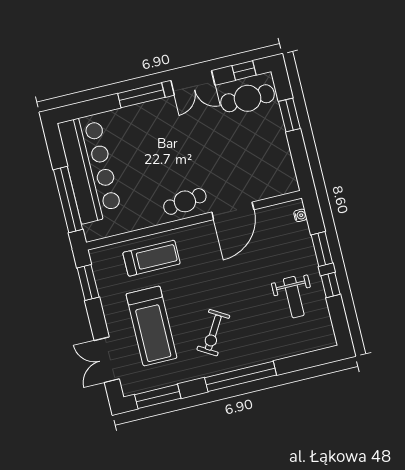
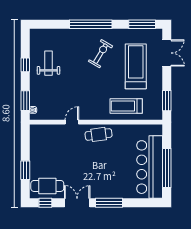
window: (68, 199) -> (167, 168), moved
door: (233, 211) -> (72, 122), width x0.53
window: (322, 249) -> (25, 101), moved

